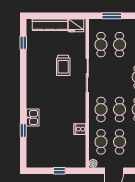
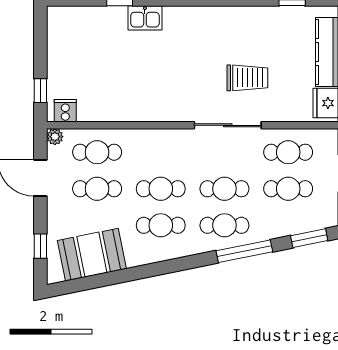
trolley: (63, 65) -> (247, 78), turned 180
cafe table: (101, 109) -> (224, 189), moved
cooker: (80, 129) -> (65, 111), moved
window: (59, 171) -> (40, 91), moved

